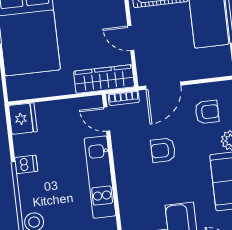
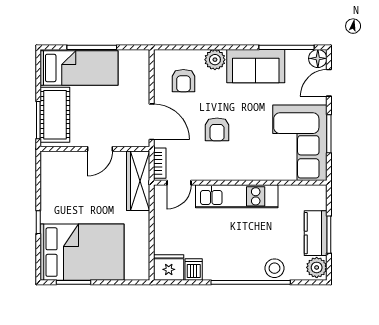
armchair: (207, 112) -> (183, 81), turned 180
dishwasher: (26, 164) -> (194, 269), moved

